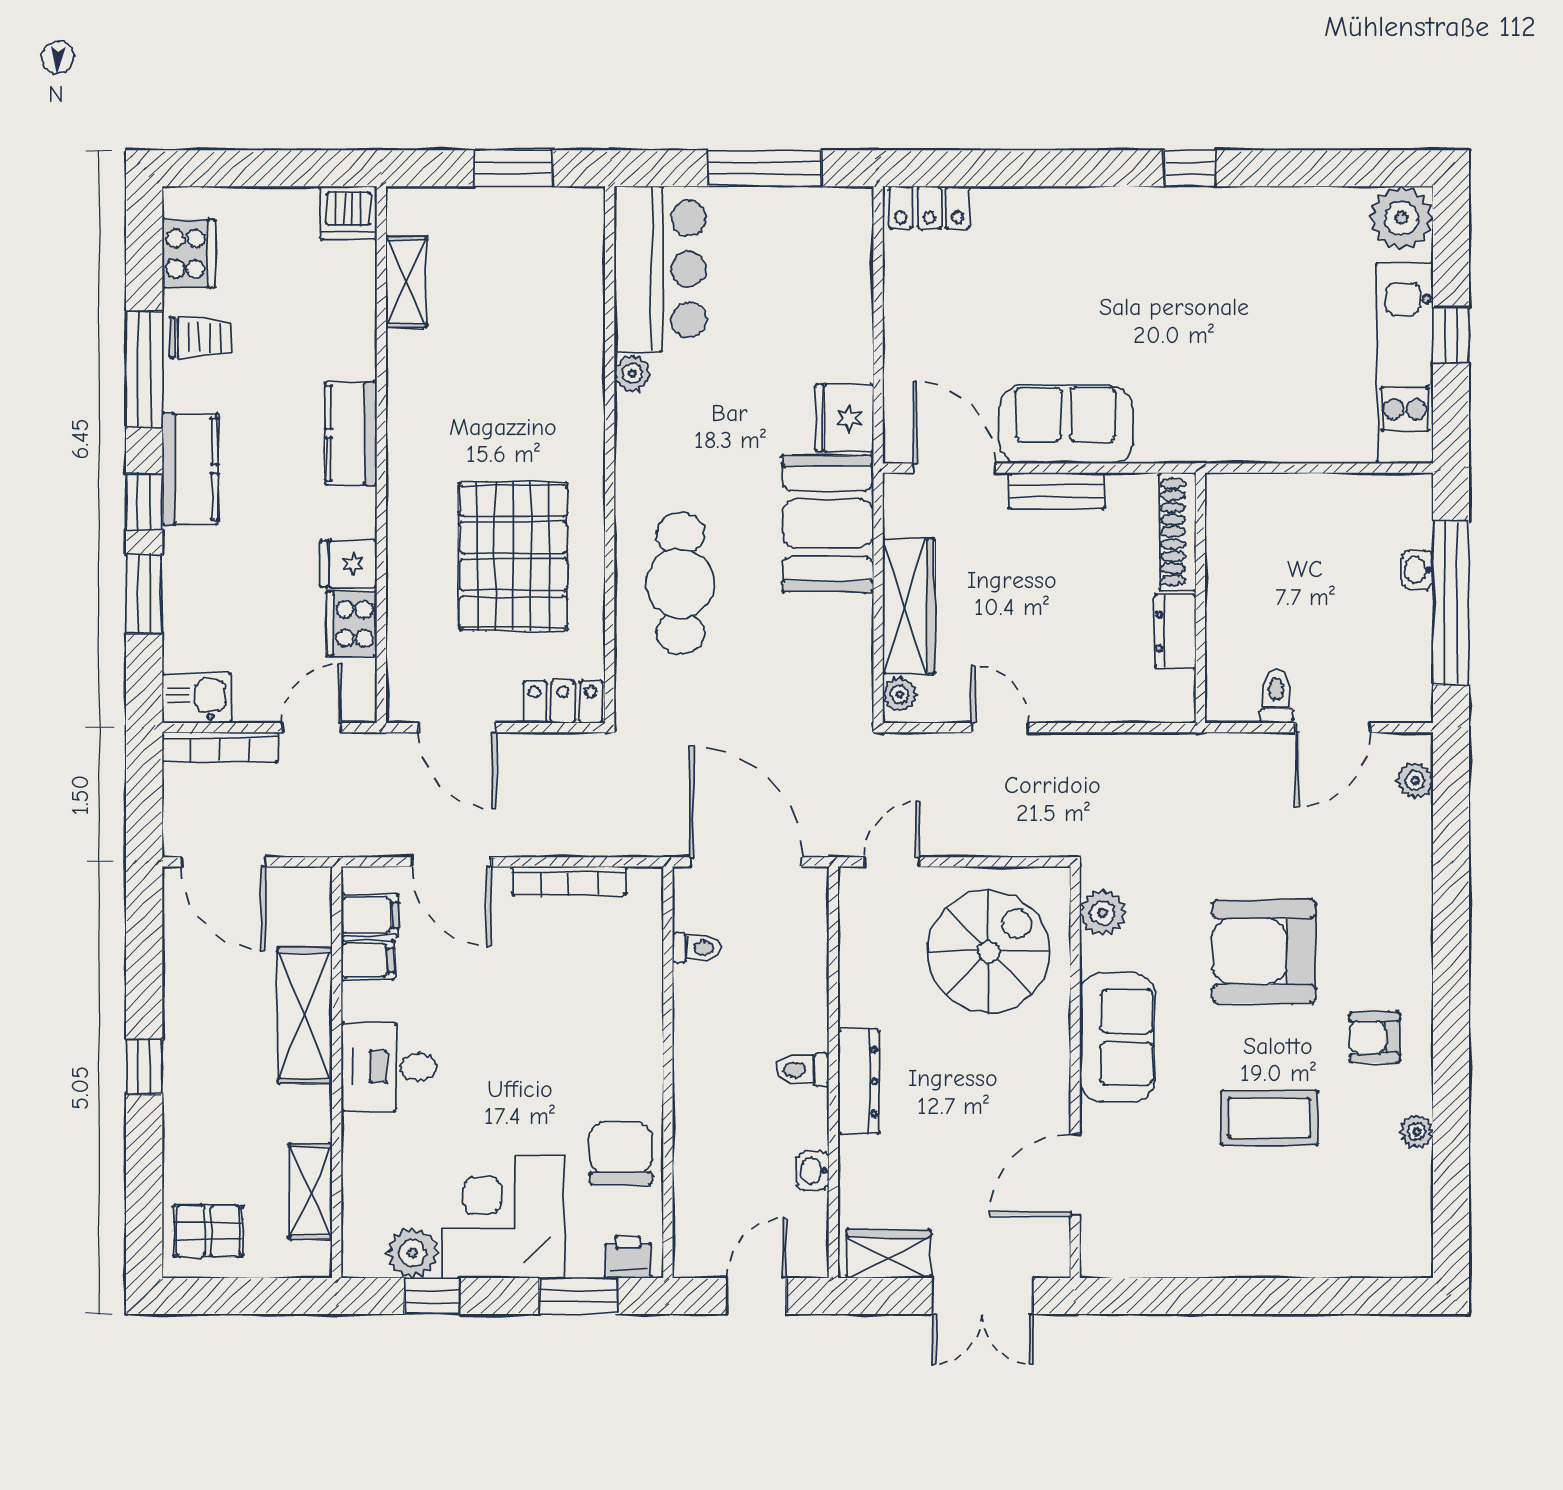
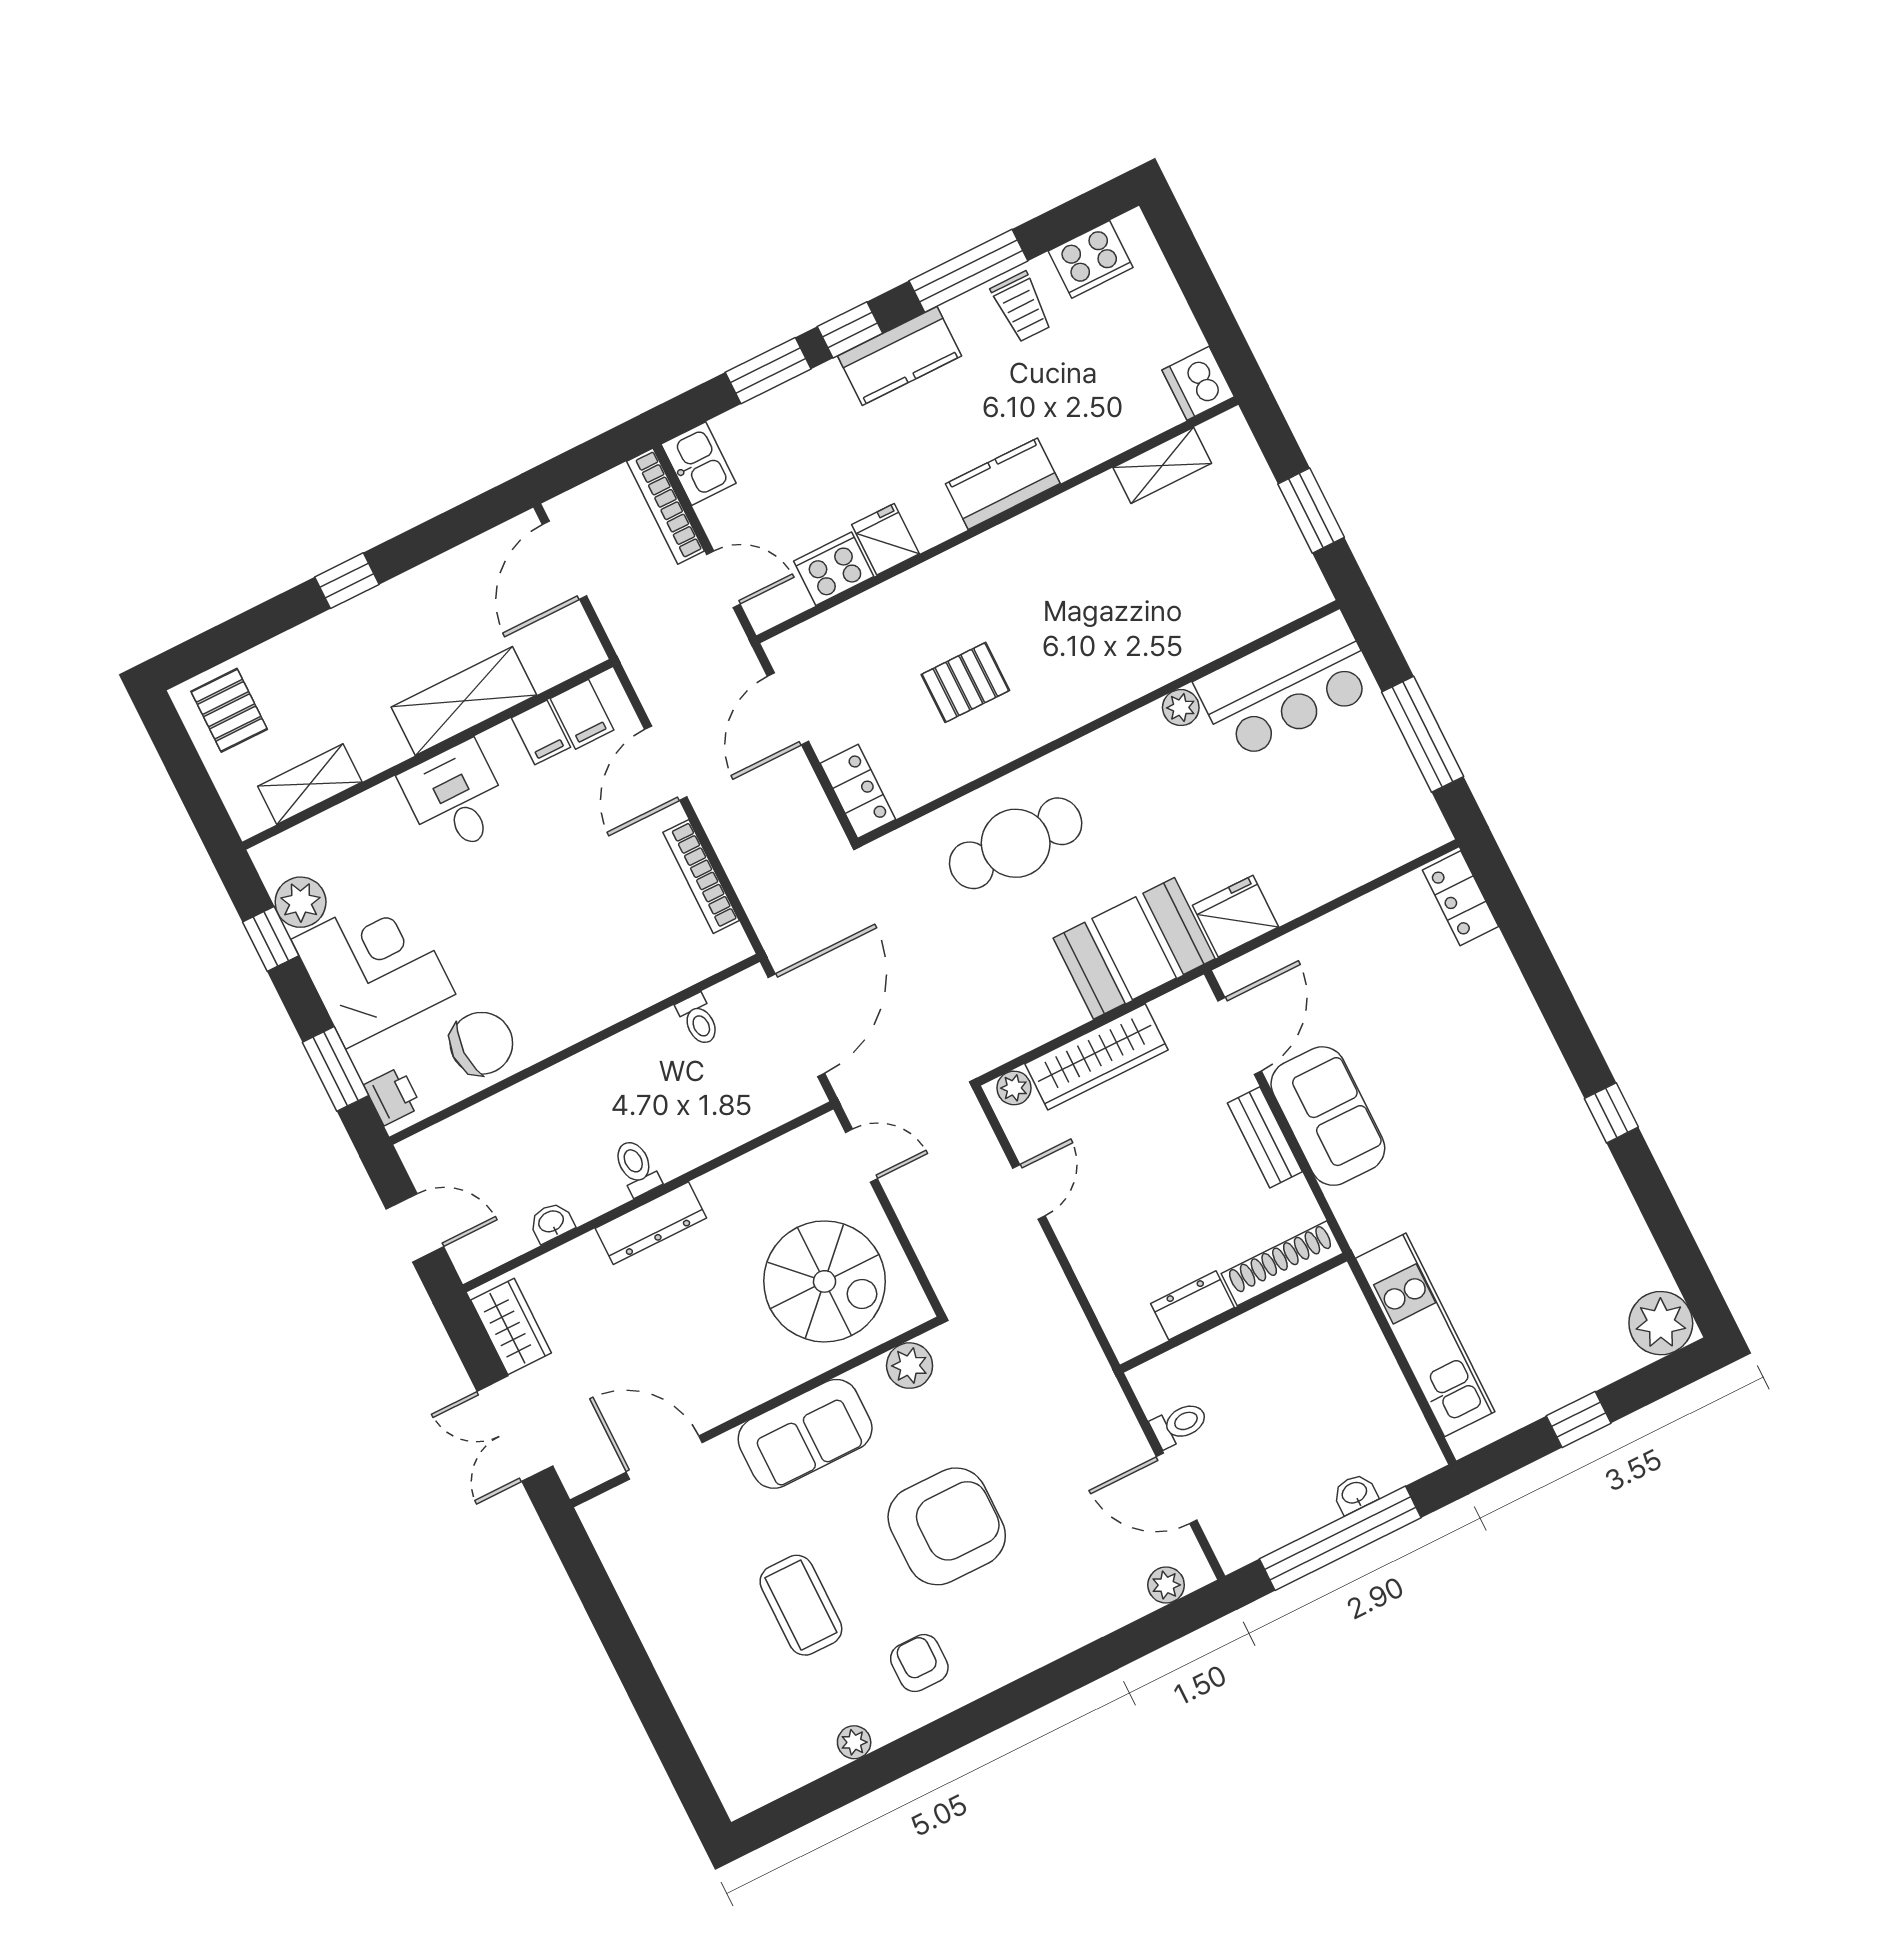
kitchen unit: (1405, 363) -> (1425, 1335), moved, turned 90
pallet: (513, 556) -> (965, 682), width x0.49, depth x0.50
armchair: (1264, 951) -> (947, 1526), turned 90

